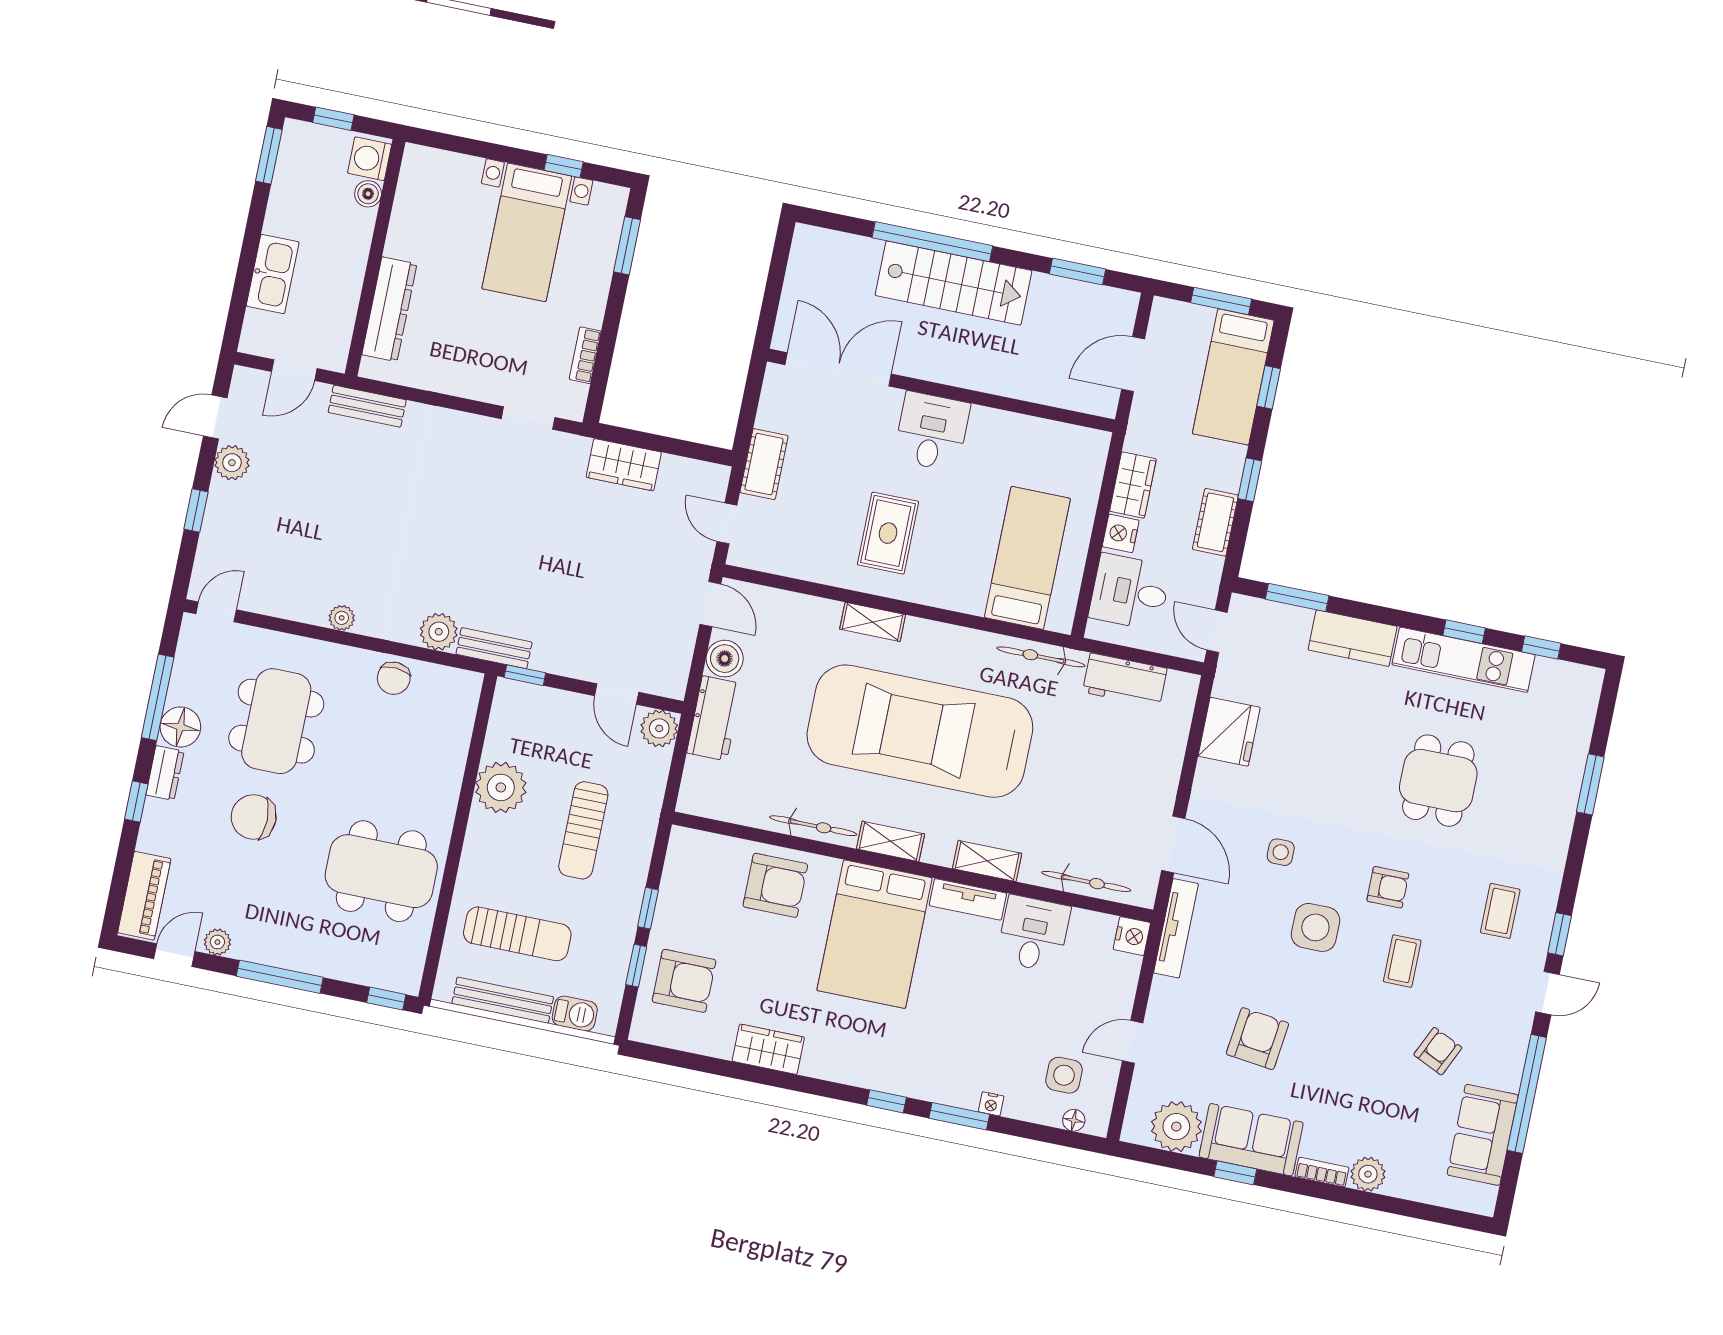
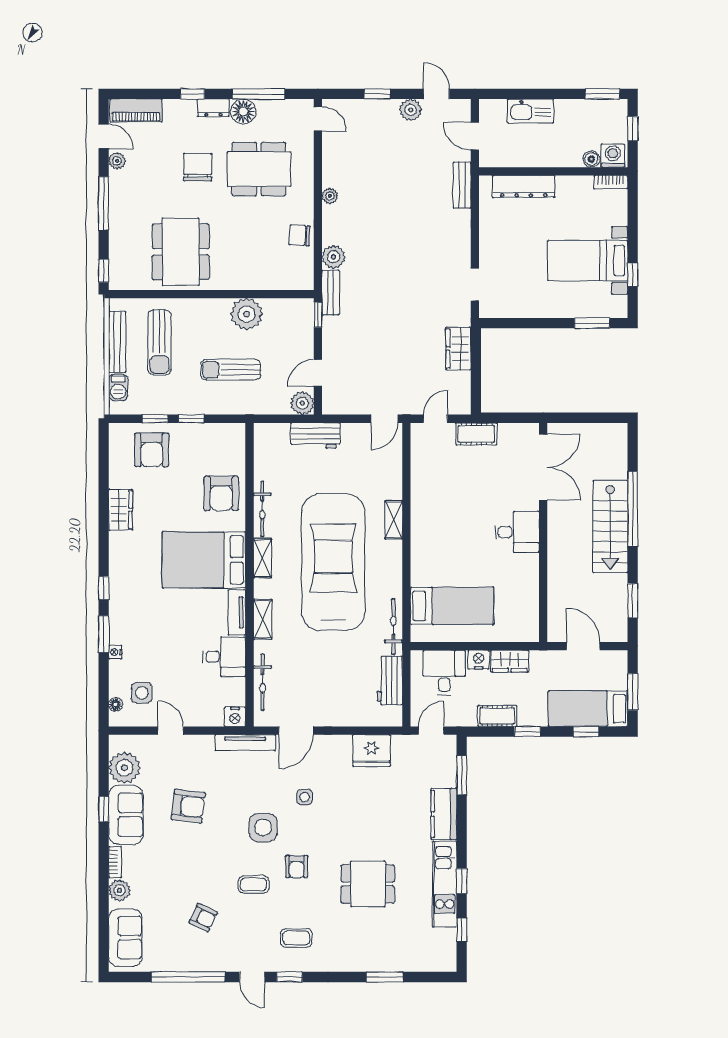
bookcase: (585, 355) -> (611, 182), moved, turned 180
rug: (888, 533) -> (450, 518), removed
boiler: (725, 659) -> (353, 434), removed
sofa: (1483, 1135) -> (125, 938), moved, turned 90

